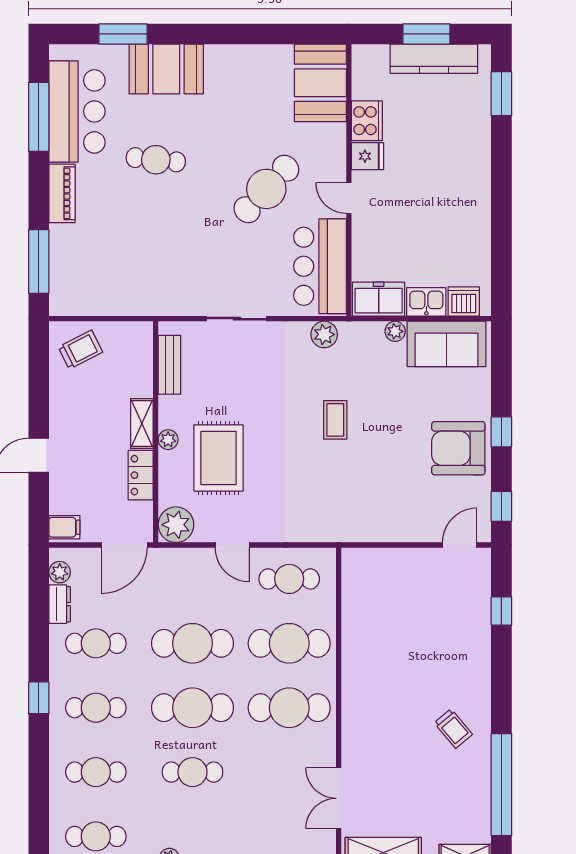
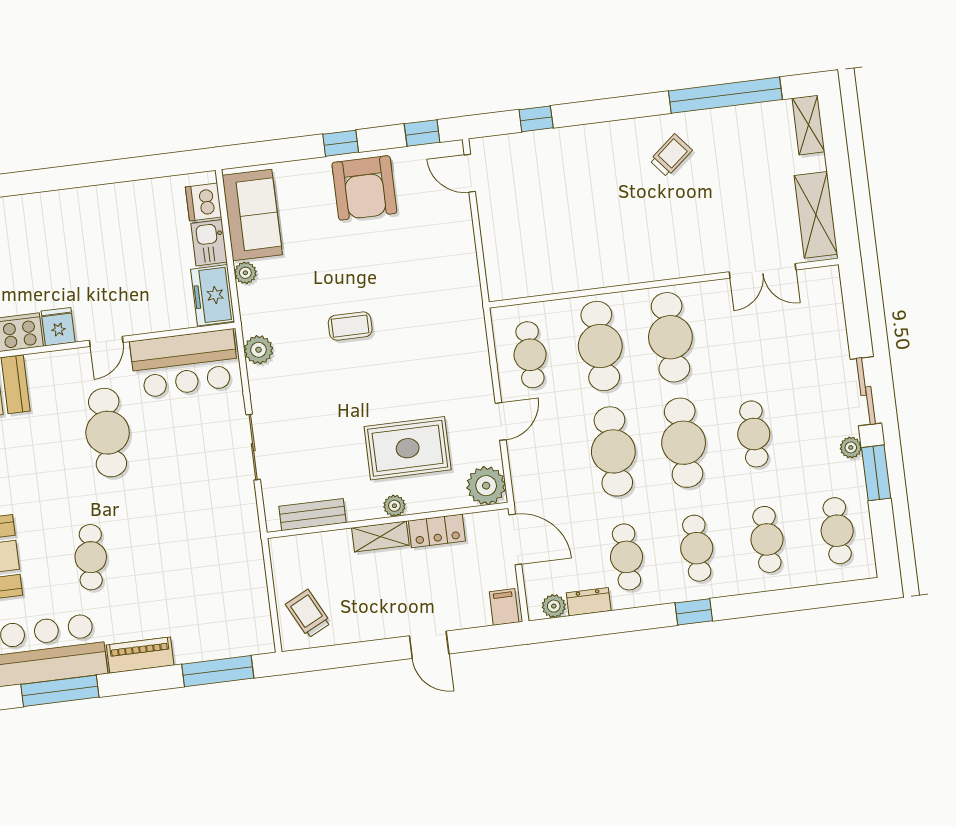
cafe table: (266, 189) -> (108, 433), turned 47

